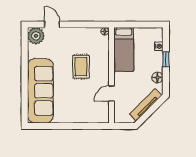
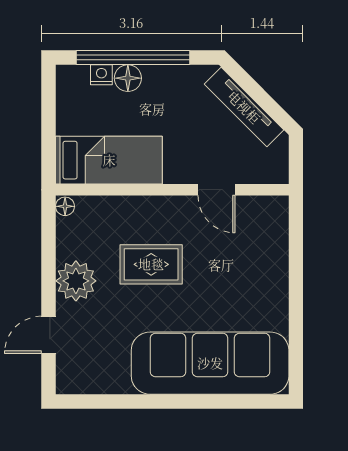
plant: (36, 36) -> (76, 281), moved
window: (166, 59) -> (133, 58), width x3.17
floor lamp: (157, 77) -> (128, 78), moved

